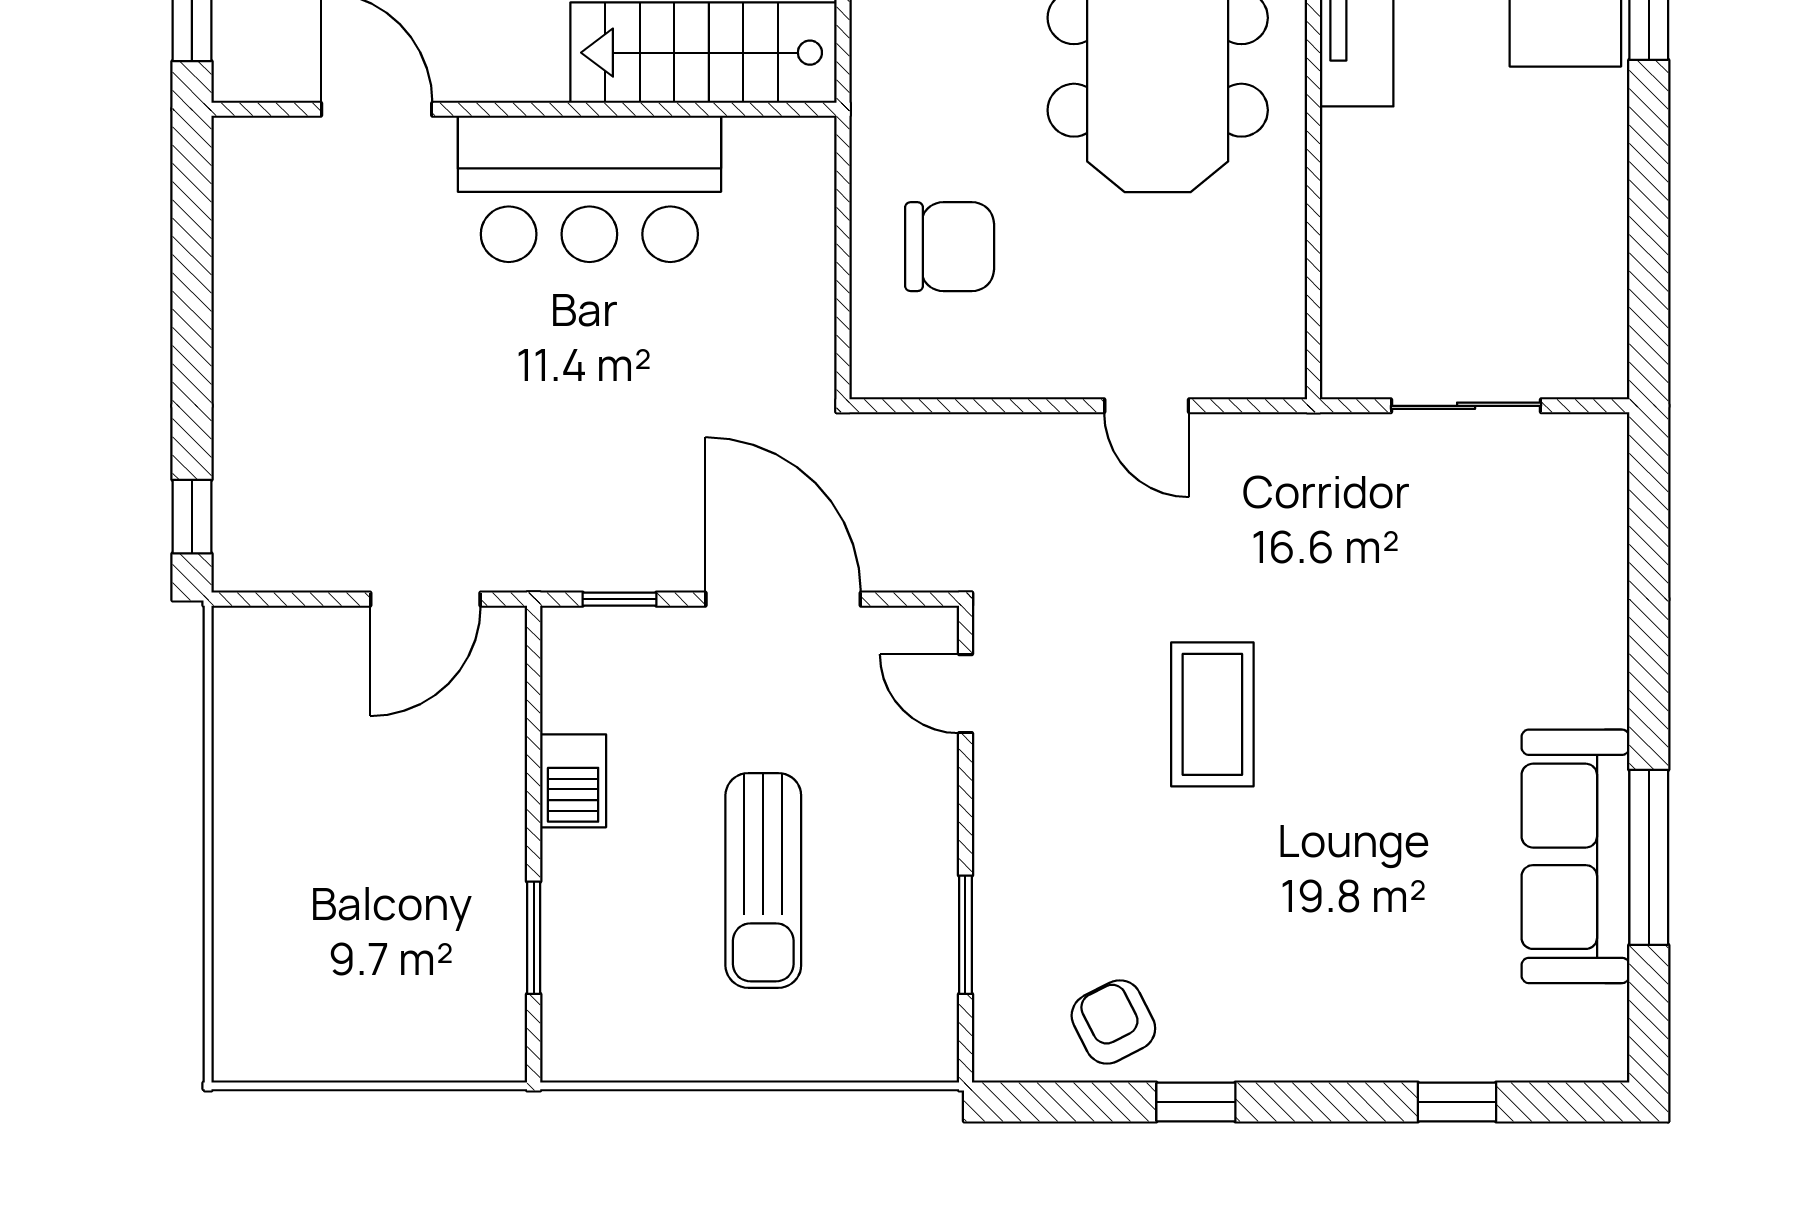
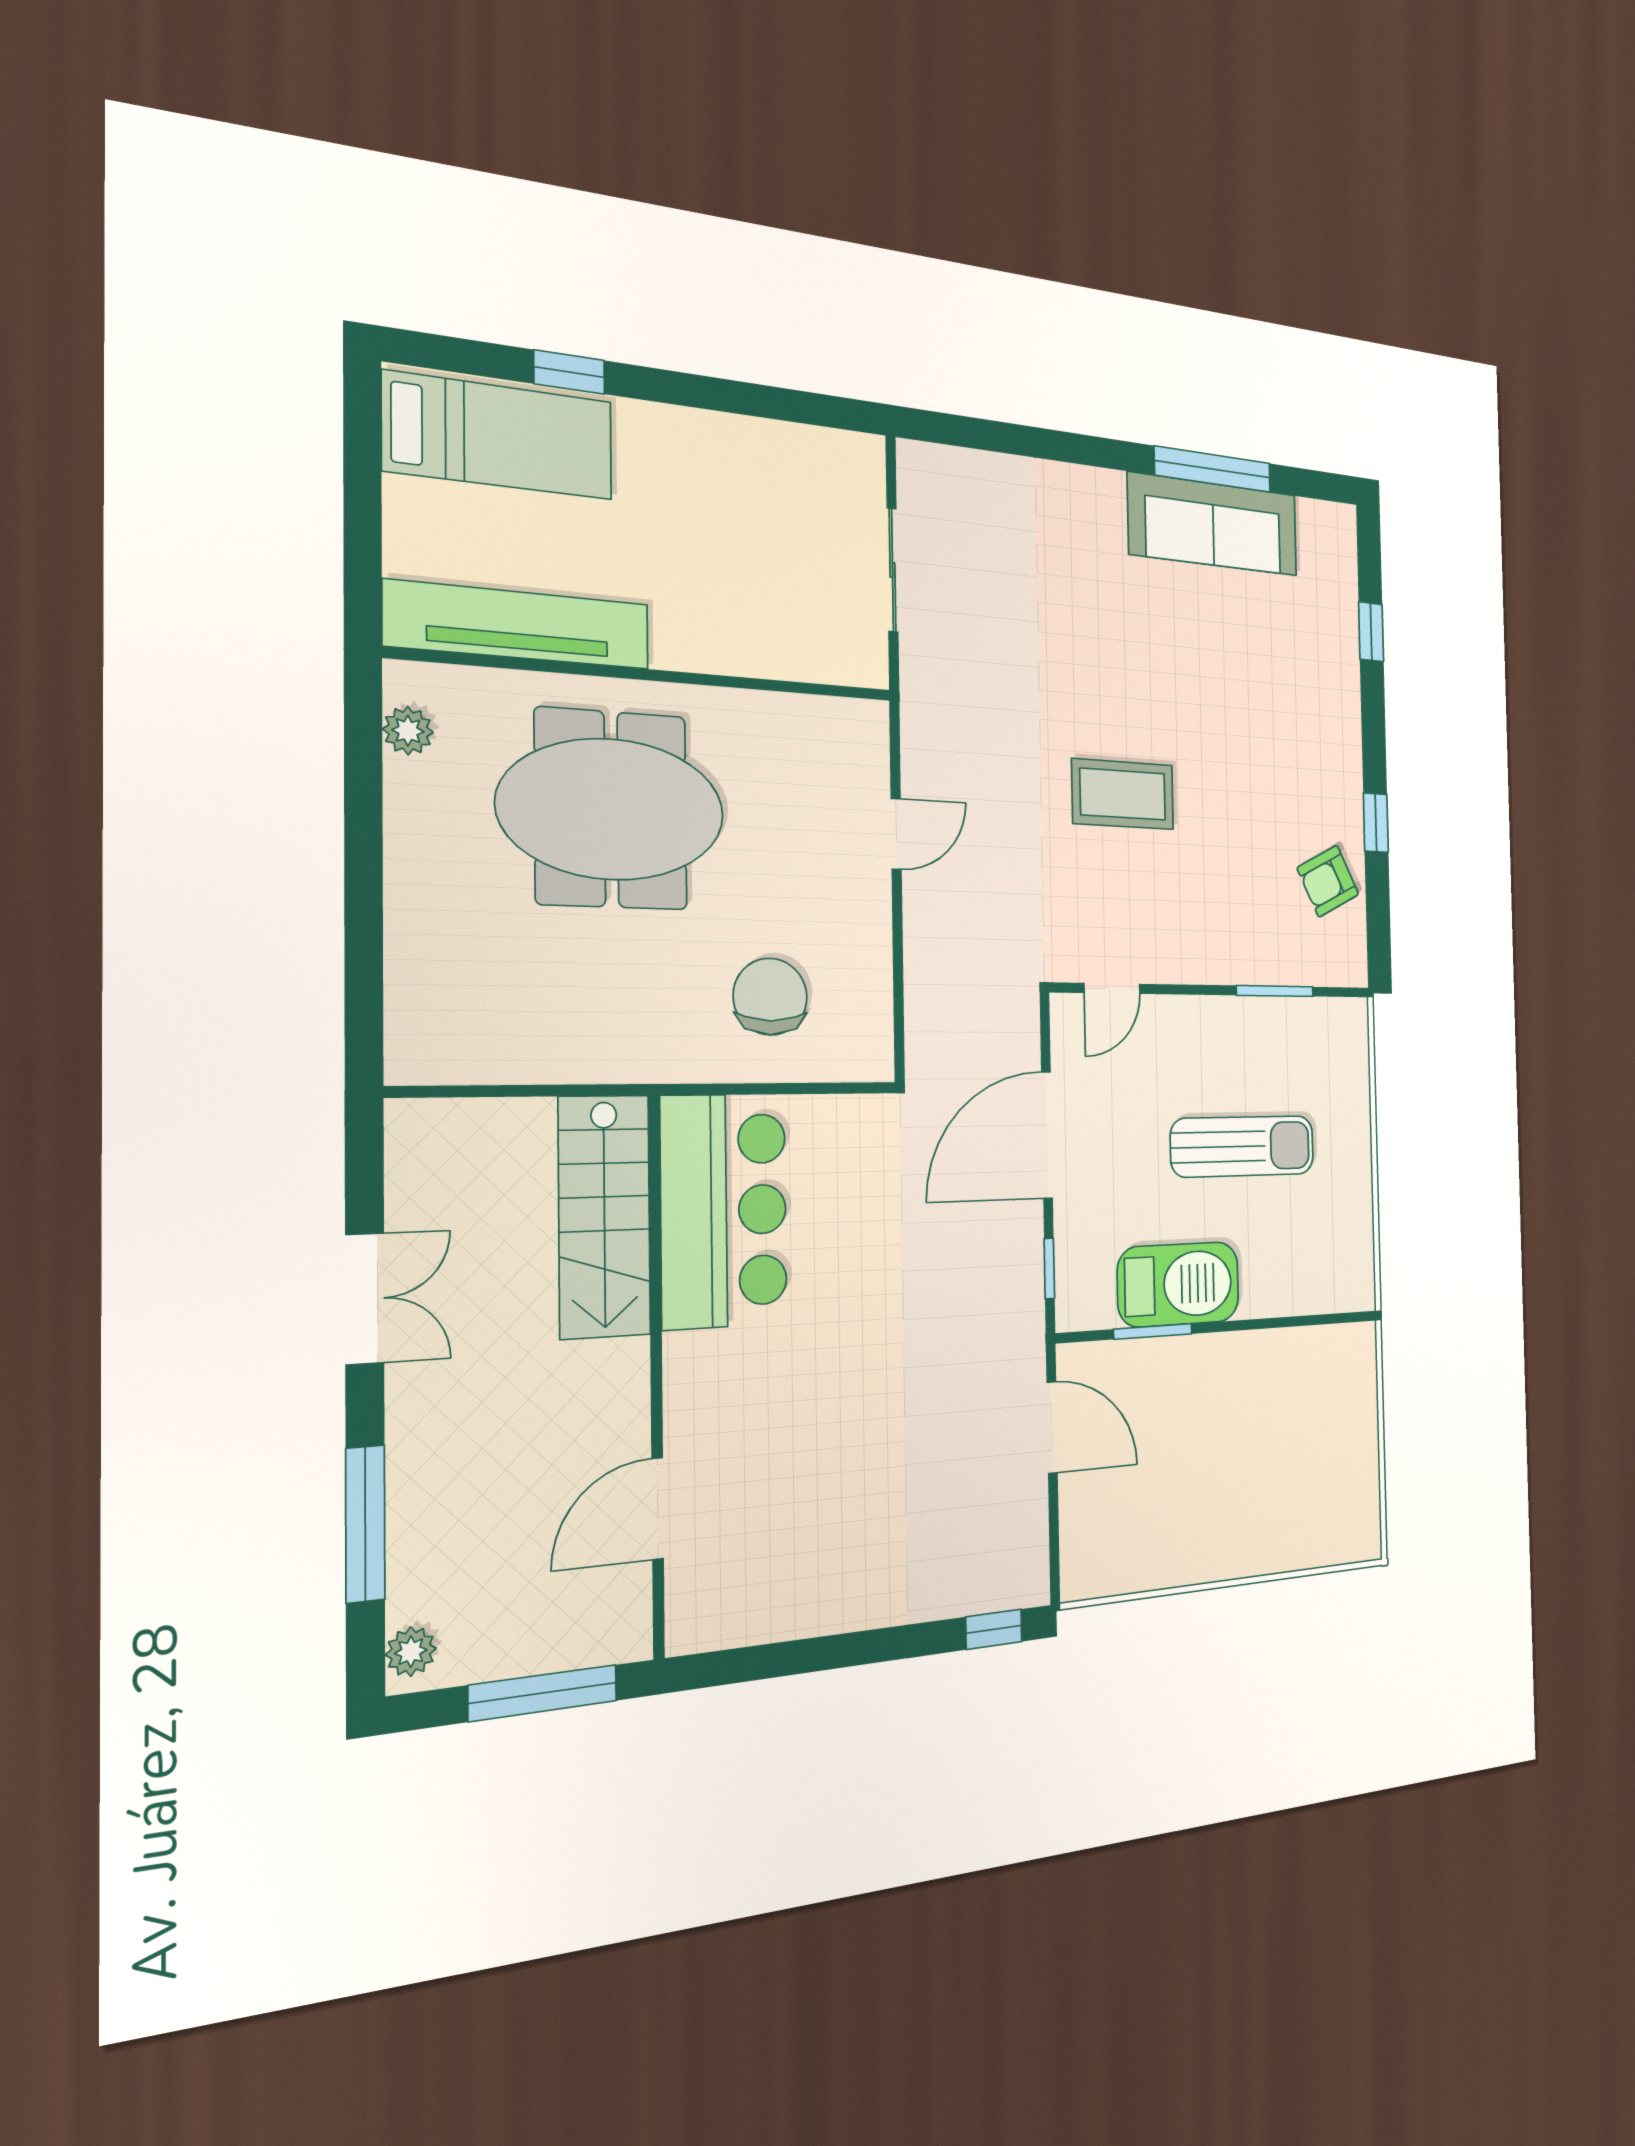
bar counter: (589, 189) -> (724, 1211), moved
barbecue: (573, 781) -> (1179, 1284), width x1.88, depth x1.53
window: (534, 938) -> (1153, 1331), moved

